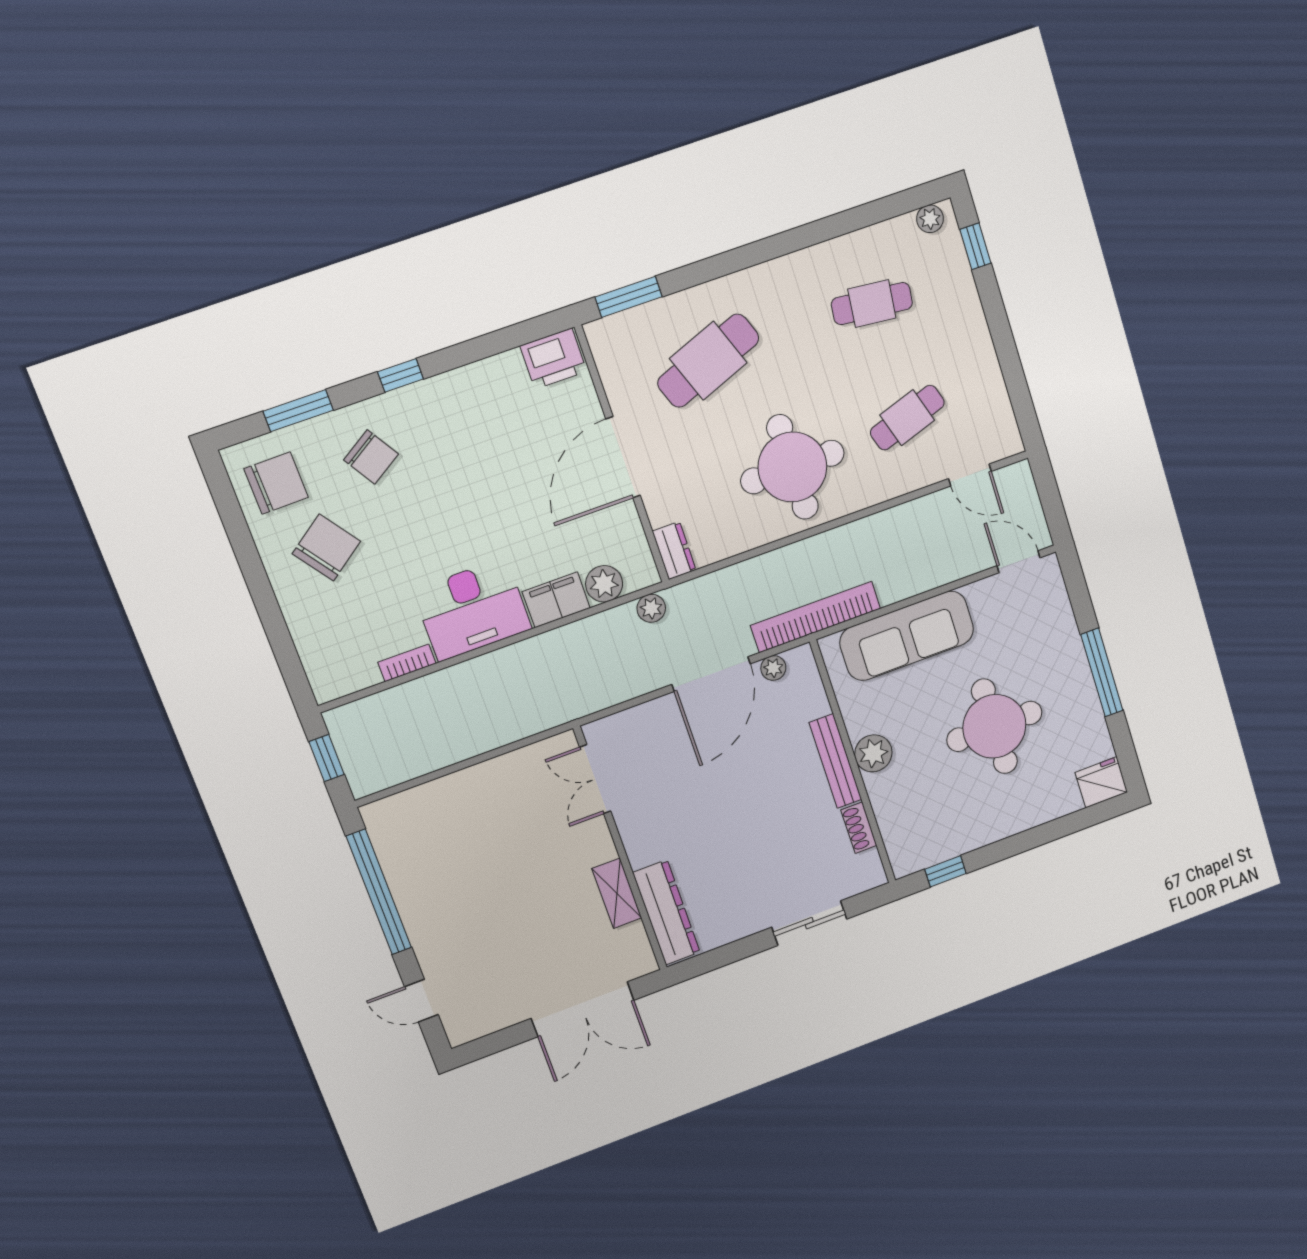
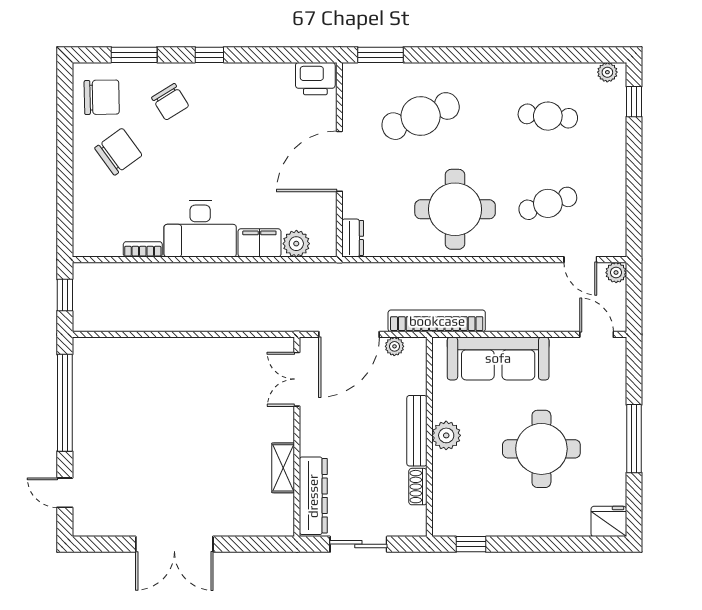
plant: (651, 608) -> (616, 273), moved
double door: (595, 779) -> (297, 379), moved
wall: (621, 849) -> (297, 437), moved
shelving: (617, 893) -> (283, 468), moved
dresser: (666, 912) -> (313, 496), moved

